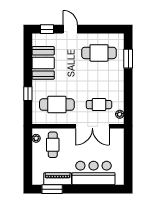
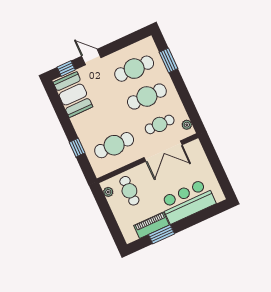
booth: (43, 63) -> (73, 95), moved
cafe table: (99, 79) -> (147, 96), added
window: (52, 189) -> (161, 234), moved

